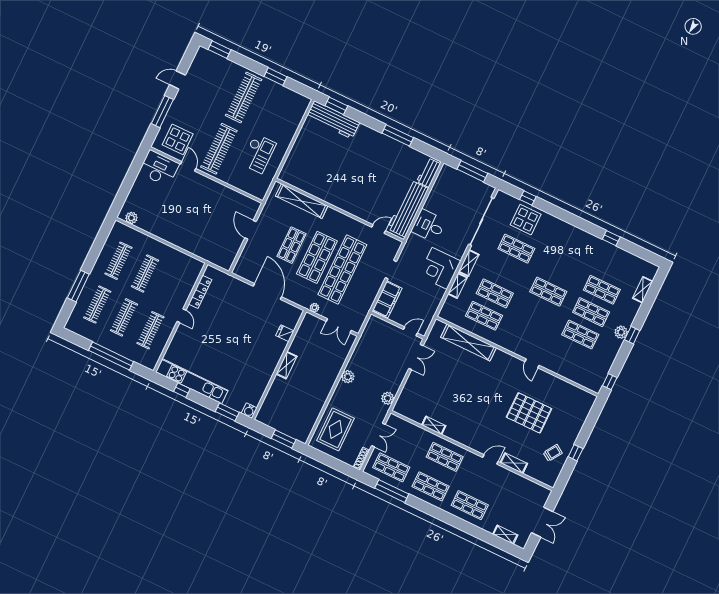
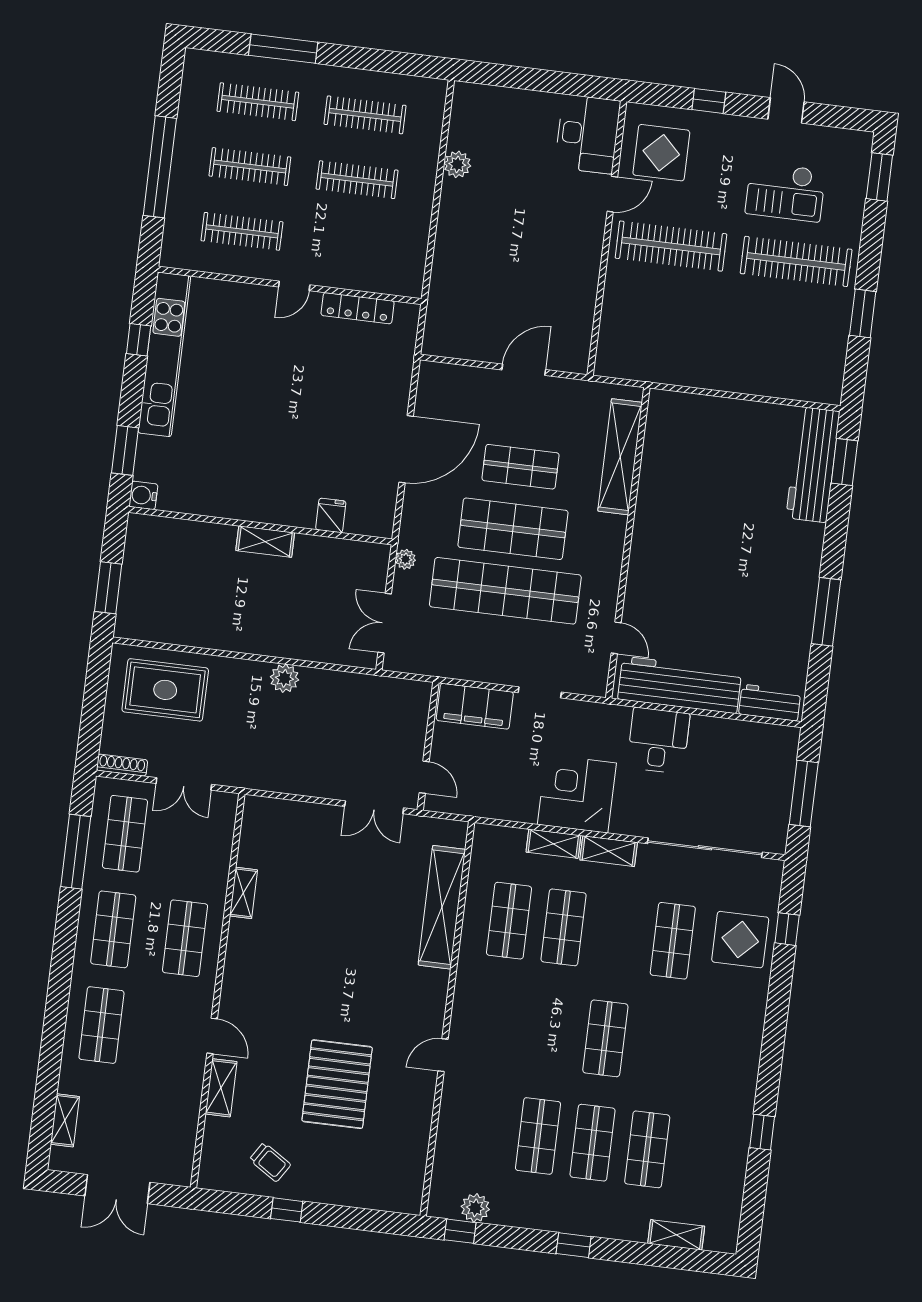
window: (162, 112) -> (709, 101), width x0.46
checkout: (259, 154) -> (785, 192), moved
plant: (131, 218) -> (457, 164), moved
plant: (621, 332) -> (475, 1208), moved
plant: (388, 398) -> (268, 777), removed

